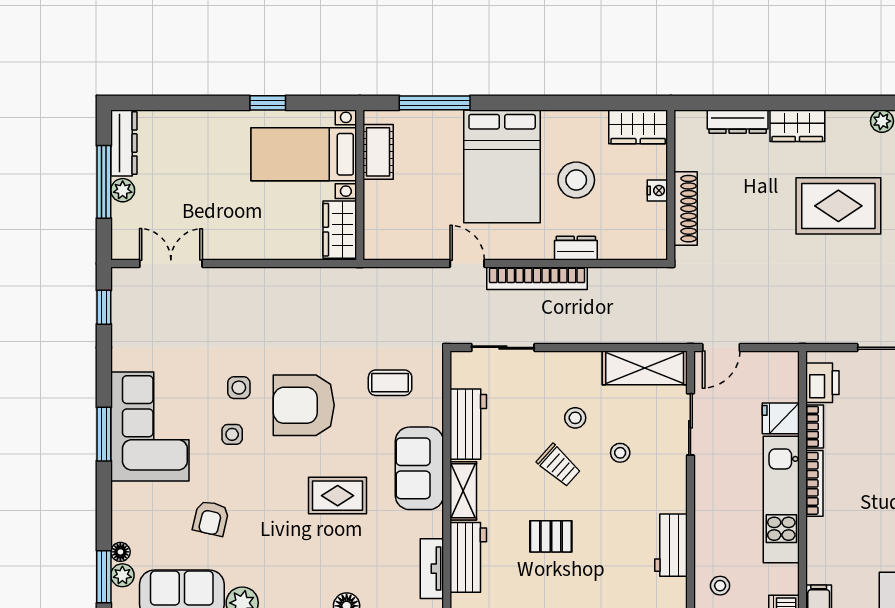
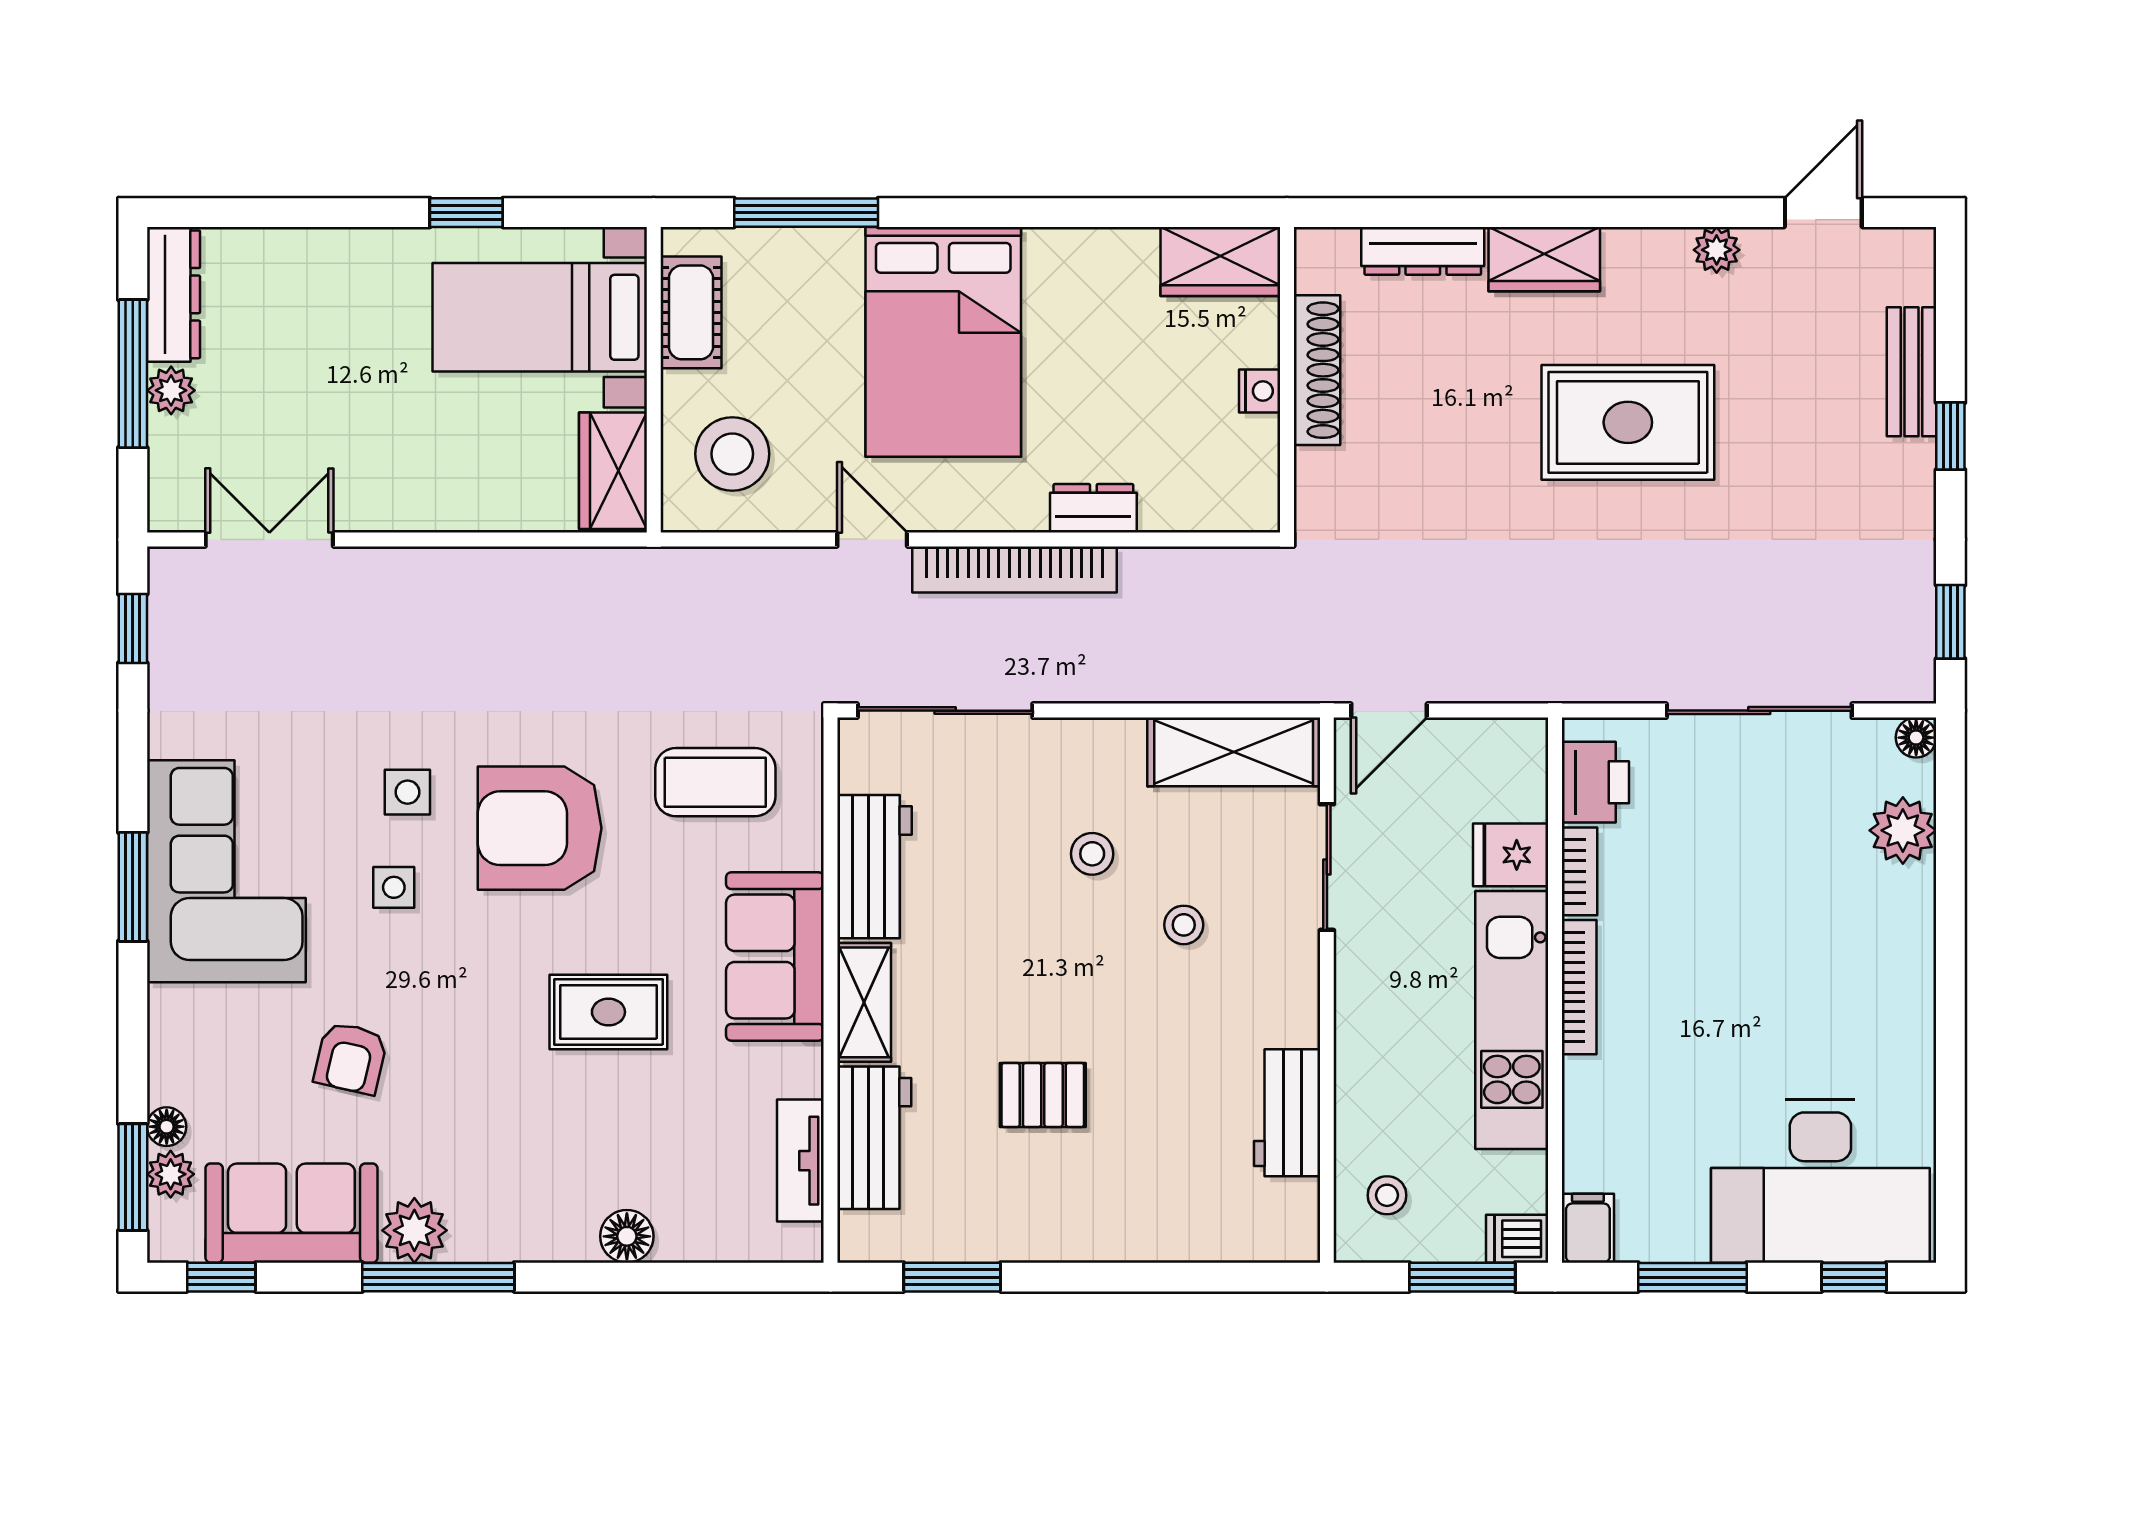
stool: (576, 180) -> (732, 454), moved
shoe rack: (686, 209) -> (1317, 370), moved
sliding door: (503, 347) -> (945, 711), width x1.37
coffee table: (390, 383) -> (715, 782), width x1.36, depth x1.30
trolley: (559, 465) -> (1059, 951), removed

